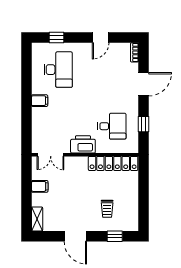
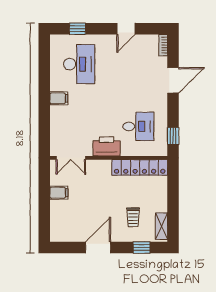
window: (143, 124) -> (173, 136), moved
shelving: (37, 219) -> (161, 226), moved
door: (75, 236) -> (98, 248), swing flipped

